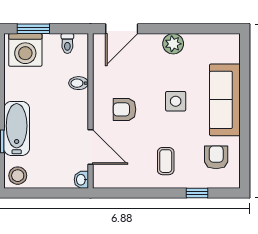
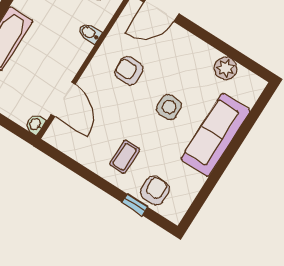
plant: (173, 44) -> (226, 68), moved
armchair: (125, 109) -> (129, 71), moved
armchair: (216, 157) -> (155, 191), moved

